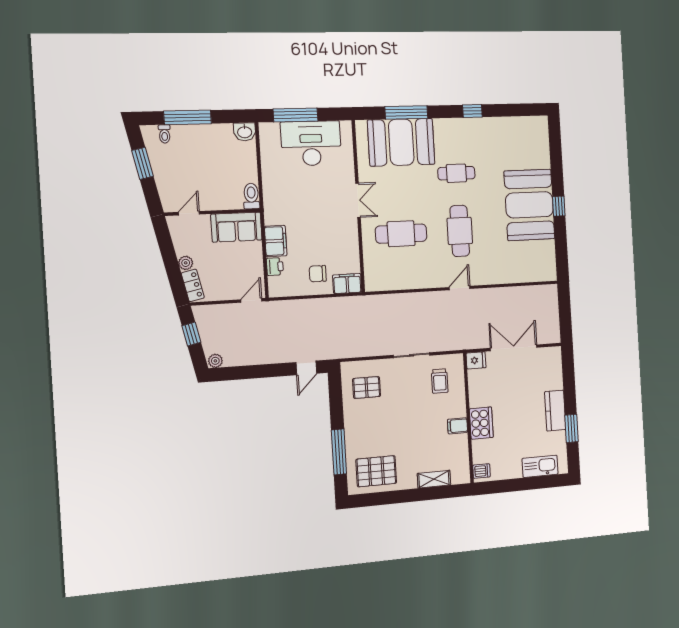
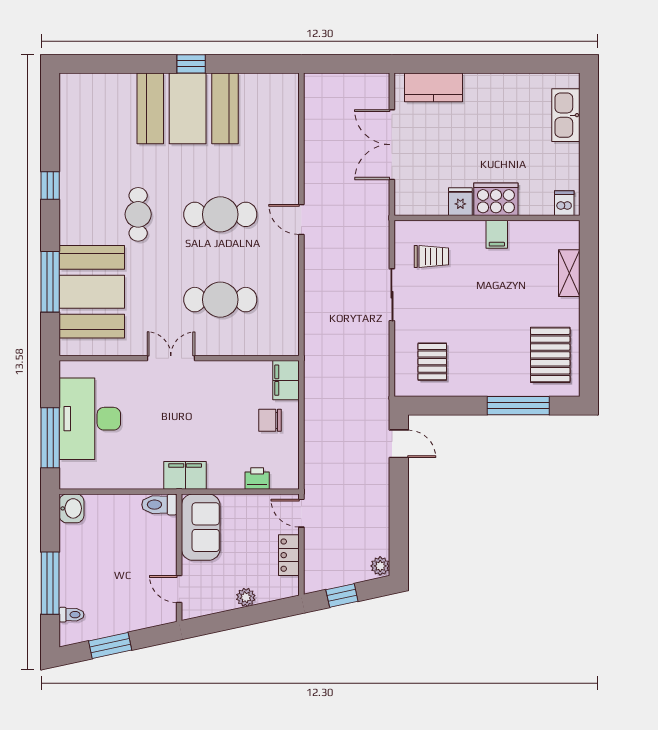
cafe table: (401, 234) -> (220, 300), turned 90
filing cabinet: (276, 241) -> (185, 475), moved
chair: (318, 274) -> (270, 420), turned 90
locker: (193, 285) -> (289, 555), moved, turned -78
fridge: (476, 360) -> (460, 202), moved
kitchen counter: (555, 411) -> (433, 87), moved
window: (572, 428) -> (515, 64), removed

